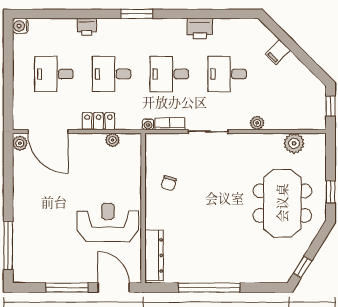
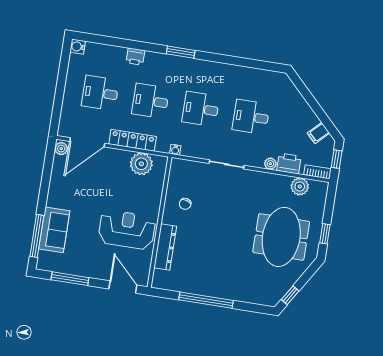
printer: (200, 29) -> (289, 163), moved, turned 180
filing cabinet: (278, 52) -> (319, 133), moved
locker: (99, 121) -> (133, 140), width x1.53
bookcase: (170, 124) -> (317, 172), moved
door: (48, 132) -> (87, 142), hinge flipped
plant: (112, 140) -> (141, 164), width x1.88, depth x1.88
sofa: (27, 236) -> (54, 230), added
dresser: (154, 255) -> (165, 247), moved
window: (67, 287) -> (70, 279), moved

